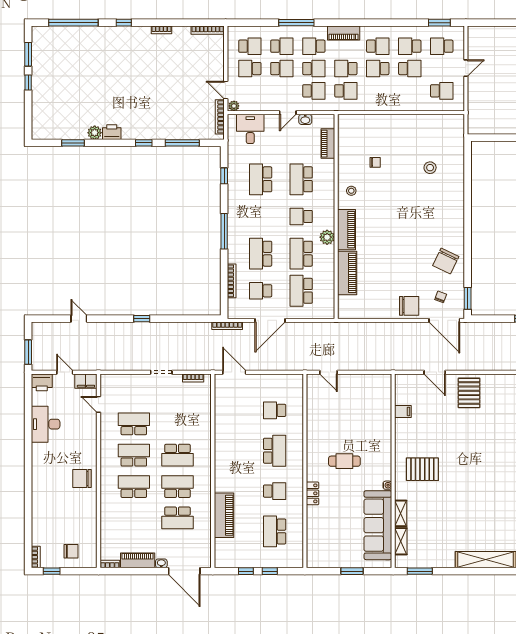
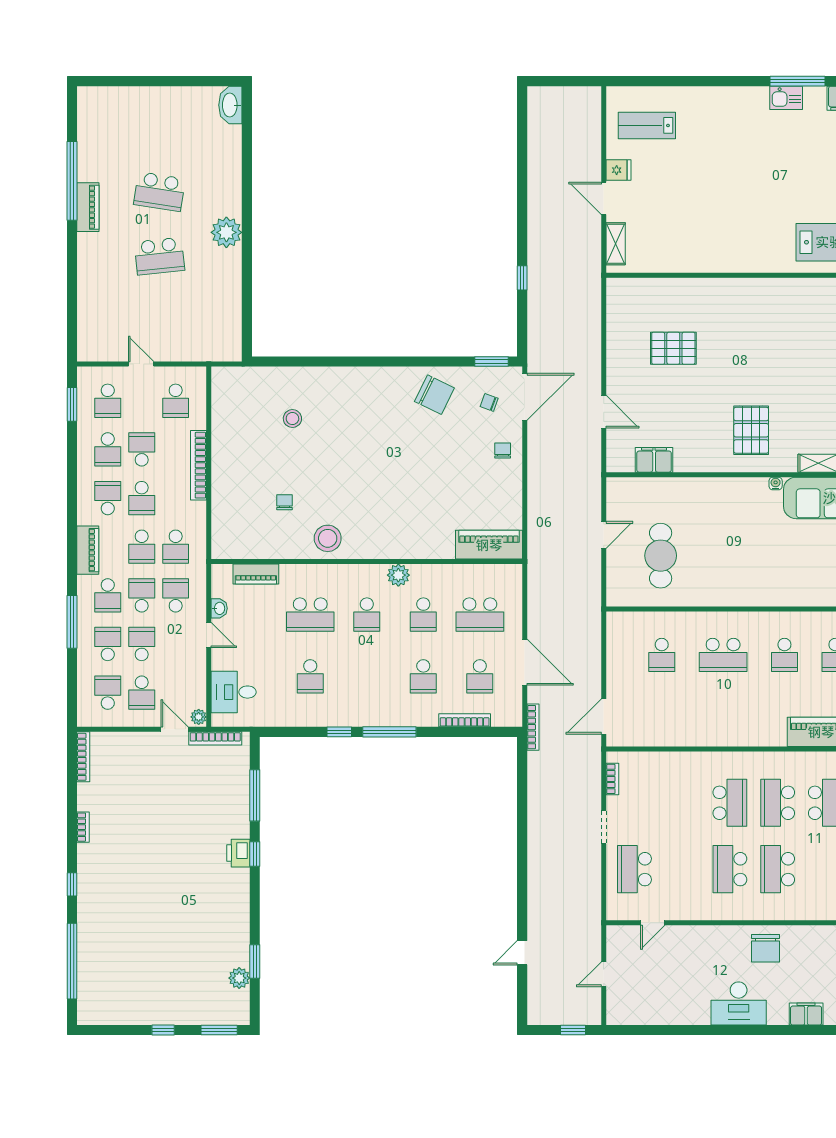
window: (28, 54) -> (219, 1030), moved
door: (226, 90) -> (175, 729), swing flipped
school desk: (346, 91) -> (176, 547), turned 180
school desk: (442, 91) -> (176, 401), turned 180
bookcase: (399, 106) -> (199, 465), added
printer: (112, 132) -> (238, 853), moved
plant: (95, 133) -> (239, 978), moved
window: (224, 176) -> (339, 732), moved
school desk: (261, 179) -> (310, 676), width x0.54
stool: (351, 191) -> (328, 538), width x1.89, depth x1.89
piano: (346, 230) -> (387, 546), removed
school desk: (261, 254) -> (423, 676), width x0.54
school desk: (301, 254) -> (423, 615), width x0.54
piano: (347, 273) -> (489, 545), moved
chair: (409, 306) -> (503, 451), width x0.54, depth x0.54
window: (142, 319) -> (522, 857), removed
window: (28, 352) -> (573, 1030), width x0.67
door: (328, 372) -> (604, 535), moved
door: (435, 372) -> (604, 412), hinge flipped
filing cabinet: (86, 381) -> (806, 1014), moved, turned -90
printer: (42, 382) -> (619, 1009), removed
pallet: (469, 393) -> (673, 348), moved
filing cabinet: (403, 411) -> (654, 460), width x2.00
desk: (46, 424) -> (739, 1003), moved
school desk: (134, 424) -> (634, 869), moved
school desk: (275, 451) -> (723, 655), turned 180
cafe table: (344, 461) -> (661, 556), moved, width x1.37, depth x1.35
school desk: (275, 491) -> (784, 655), turned 180
locker: (313, 493) -> (788, 597), removed

